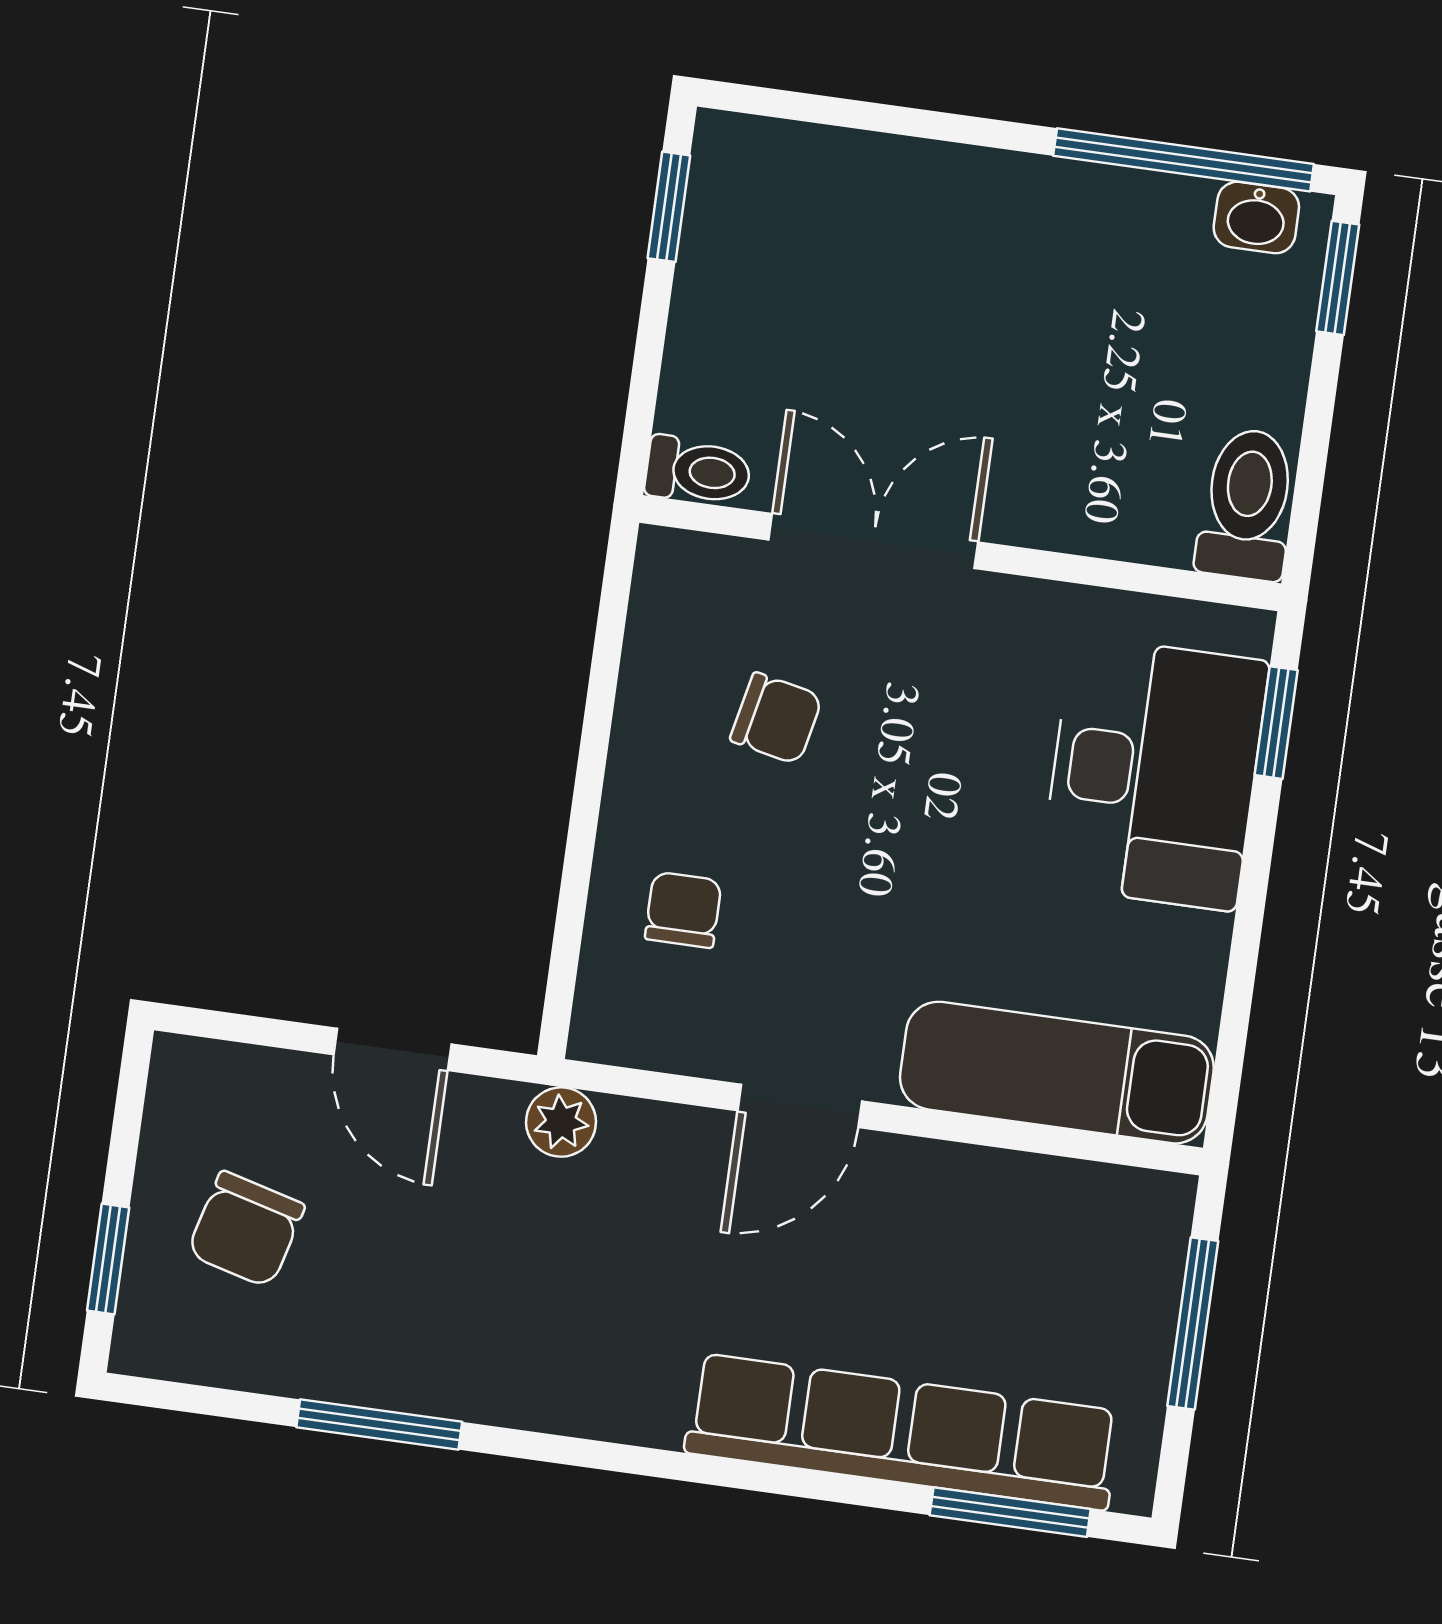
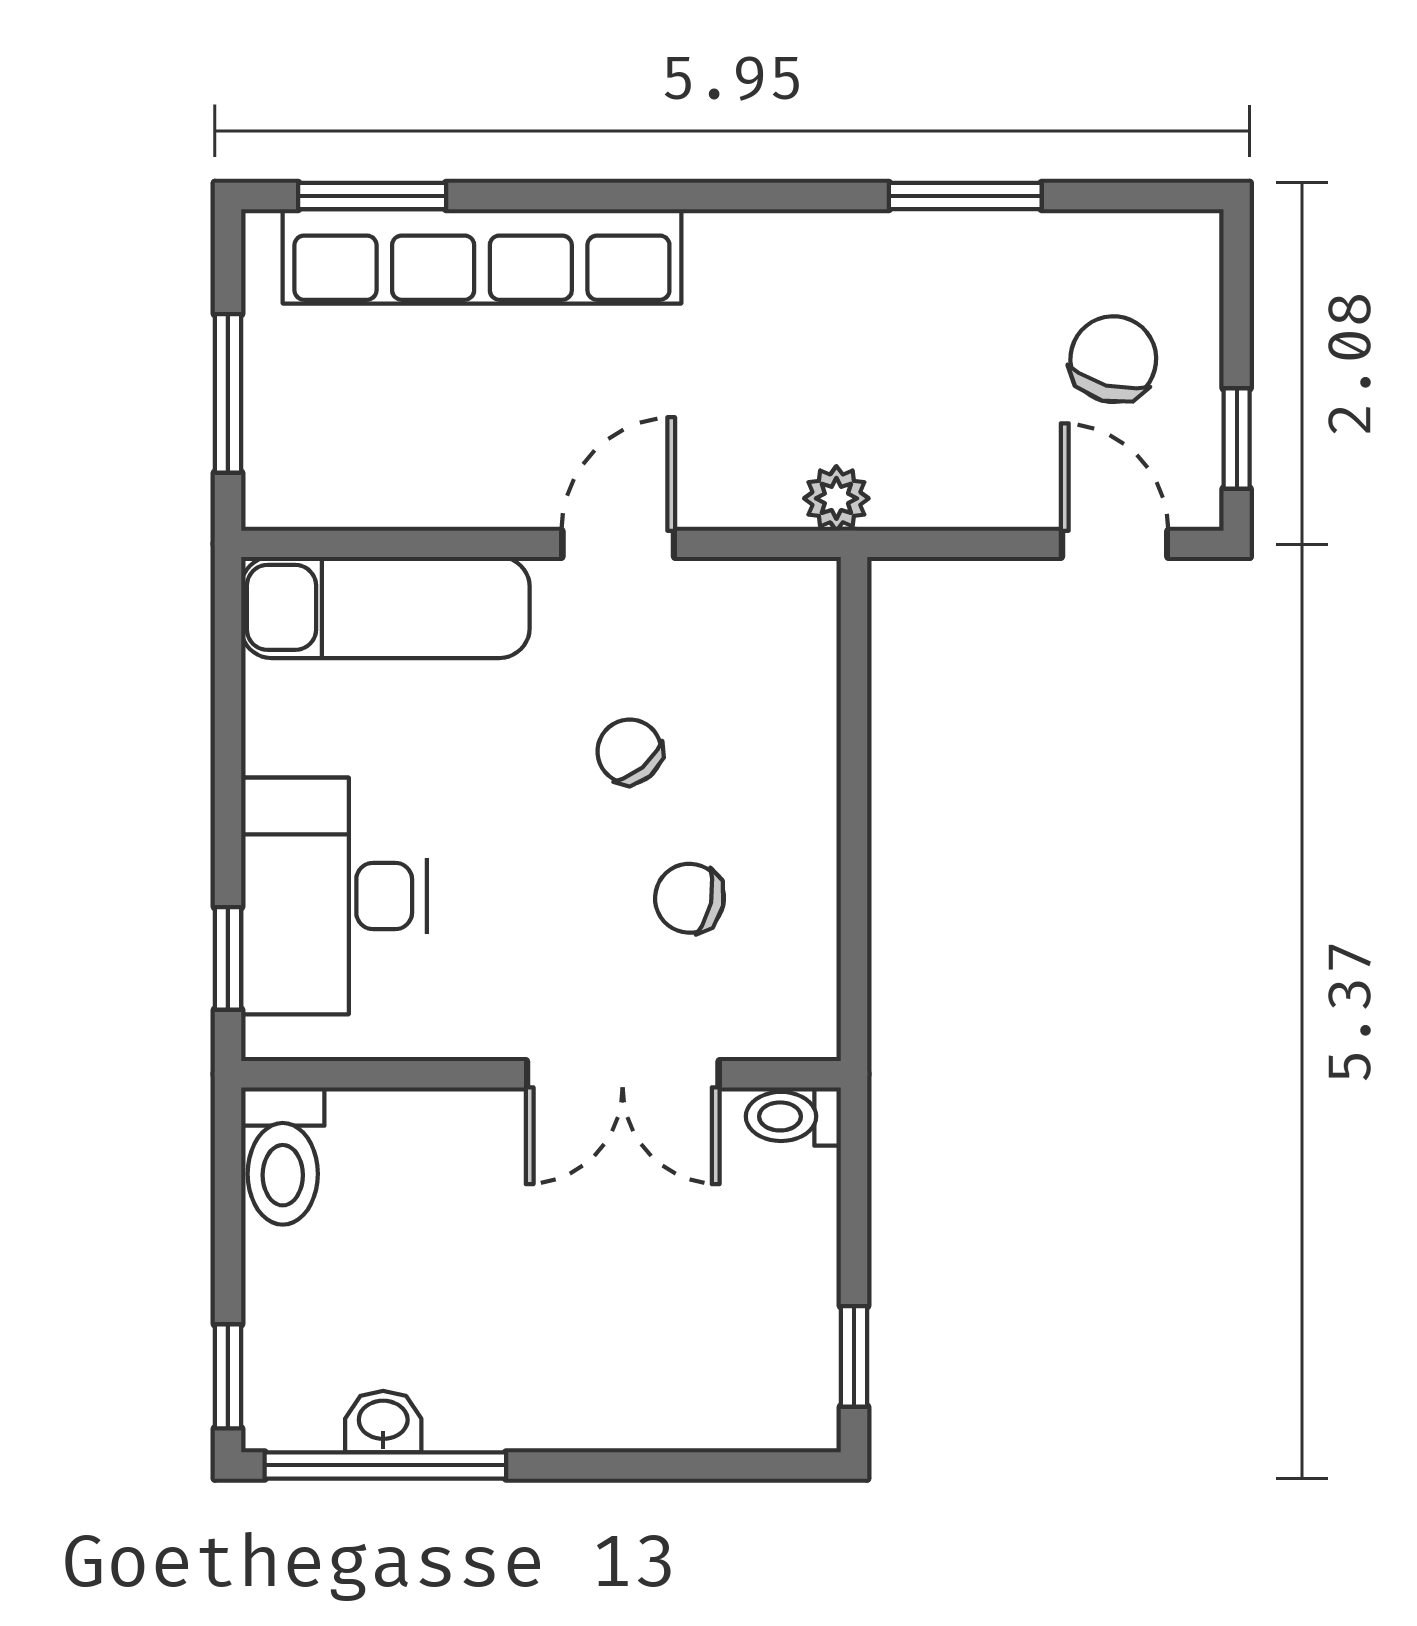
washbasin: (1256, 218) -> (383, 1422), moved
chair: (683, 910) -> (630, 752), moved, turned 140
door: (392, 1049) -> (1115, 544), moved
window: (108, 1259) -> (1237, 439), moved

